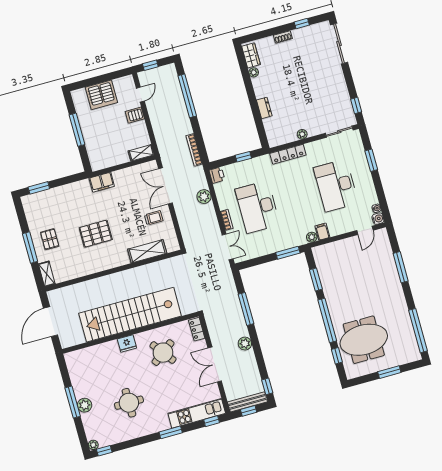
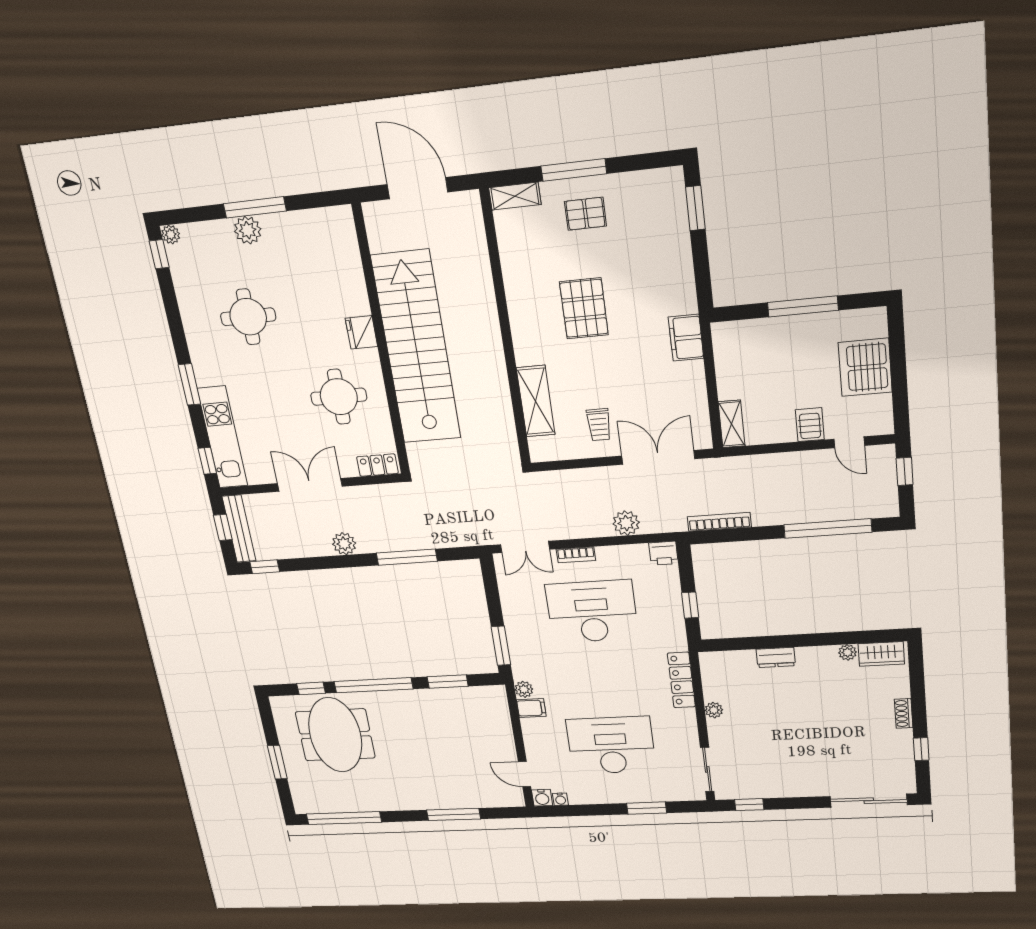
round table: (163, 353) -> (339, 397), turned 37

